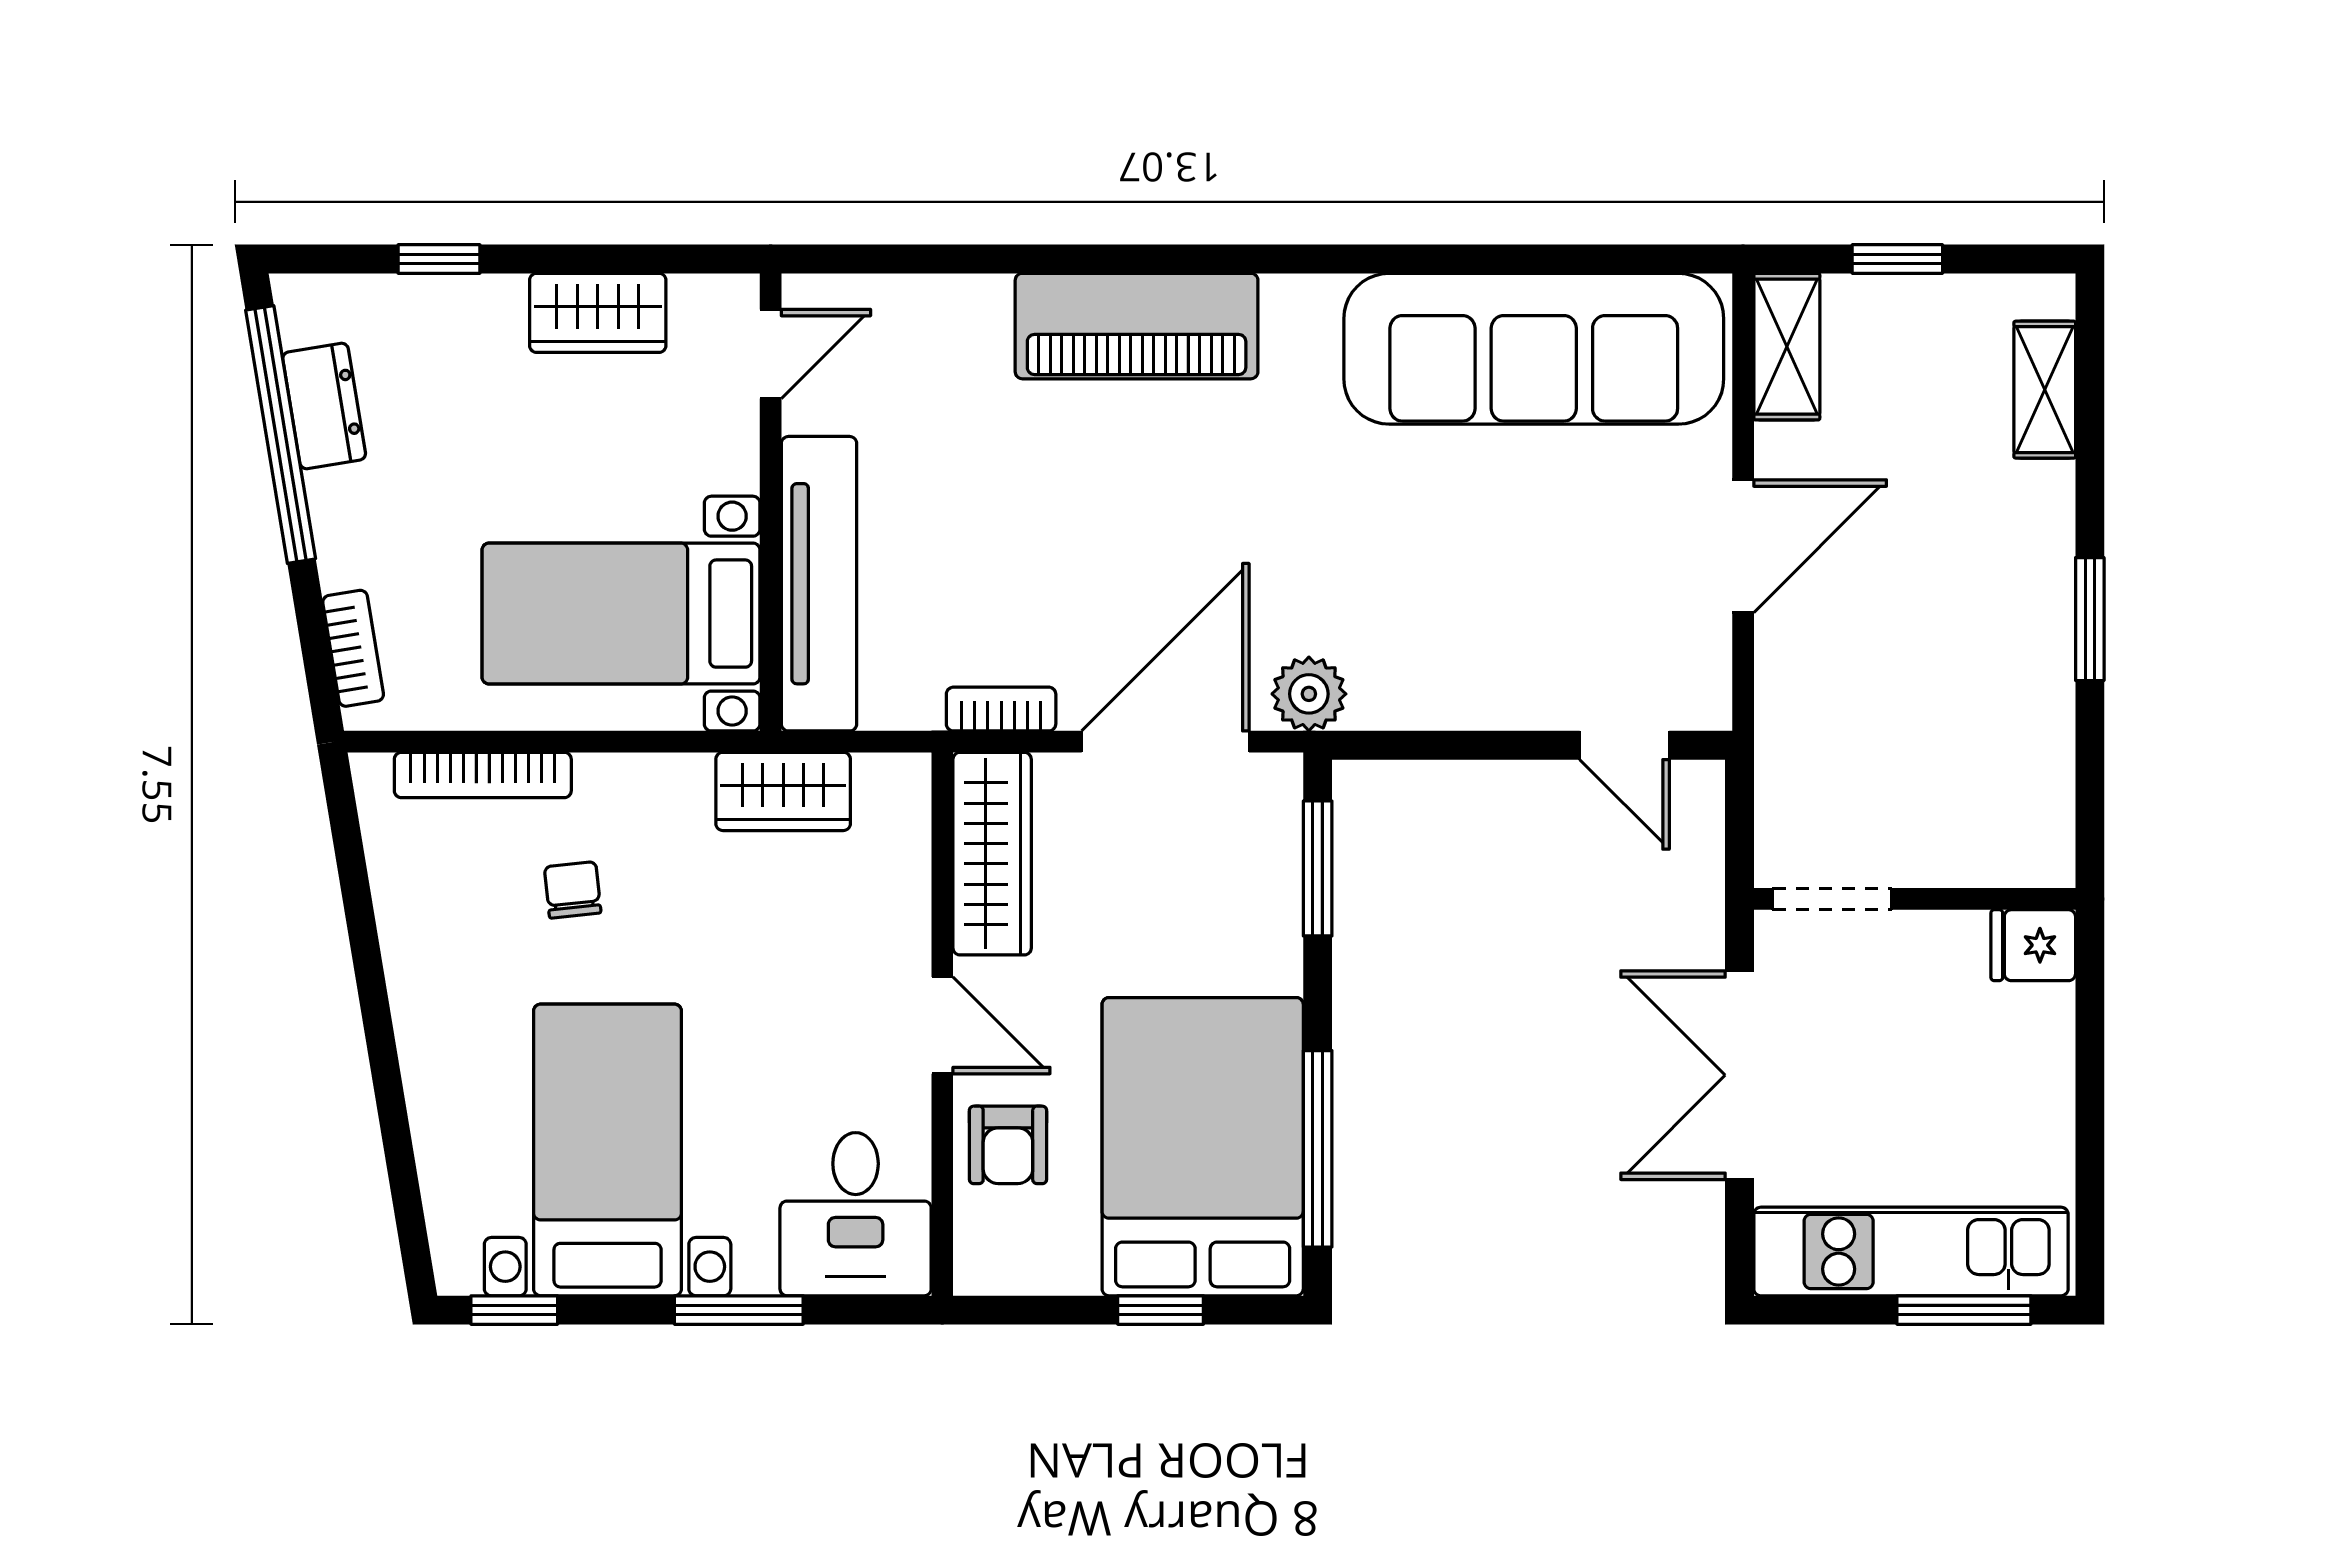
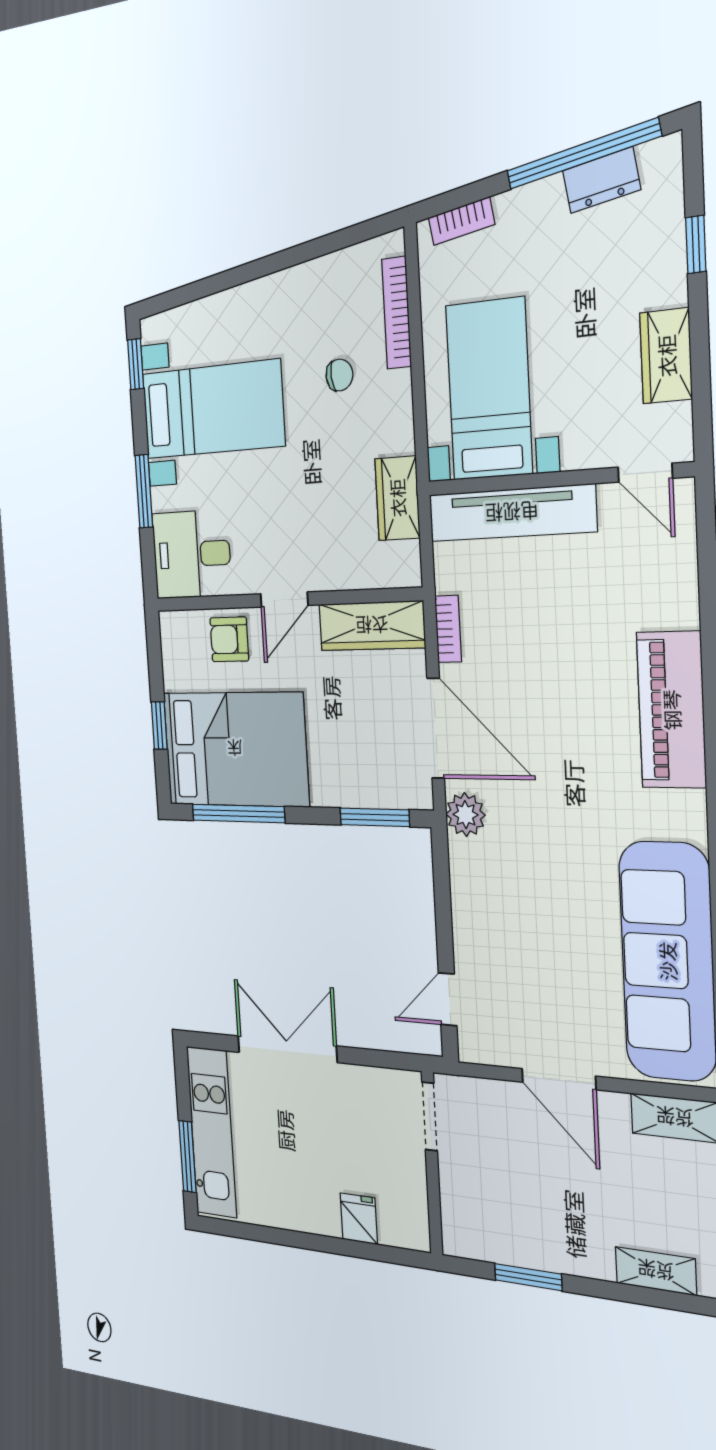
doorway: (1832, 899) -> (430, 1116), moved
wall: (1915, 899) -> (432, 1163), moved

